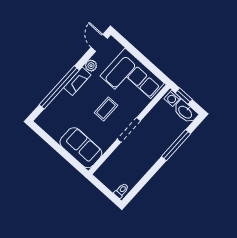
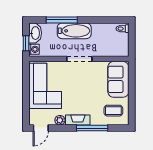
window: (59, 87) -> (92, 128), width x0.68
coffee table: (106, 109) -> (113, 111), moved
bathtub: (157, 147) -> (74, 31), added

